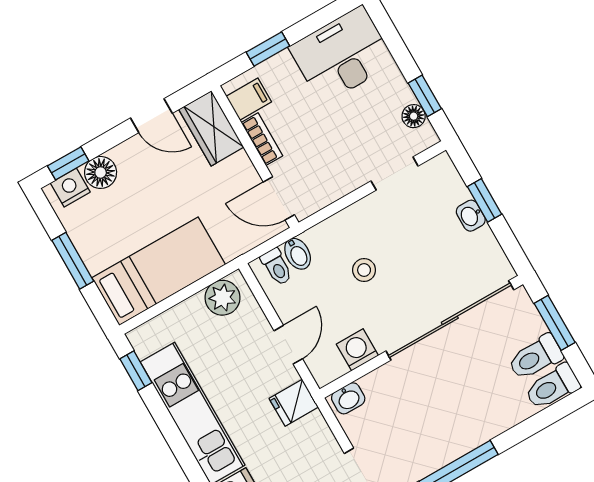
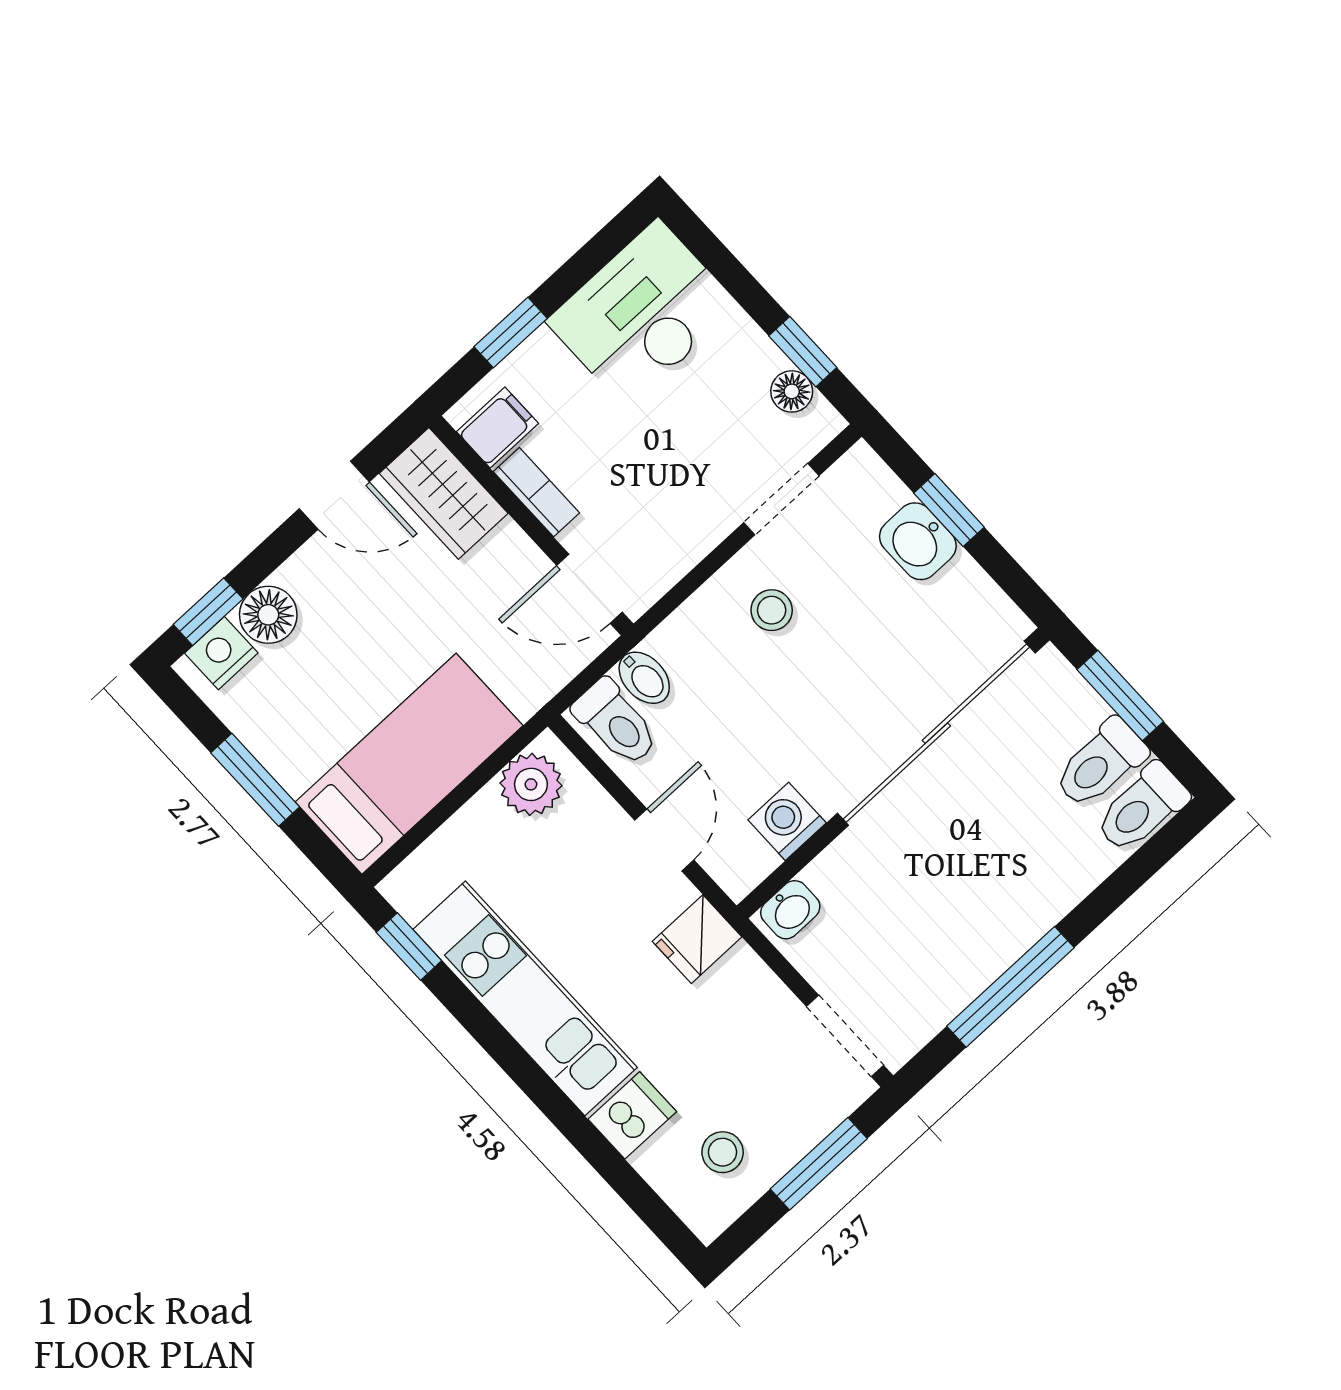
washbasin: (471, 216) -> (918, 541), width x1.38, depth x1.45
toilet: (277, 267) -> (616, 723), width x1.37, depth x1.39
stool: (364, 270) -> (772, 610), moved

